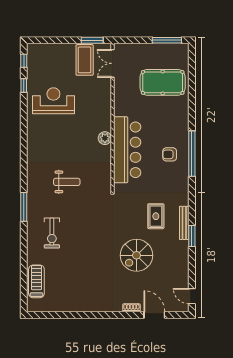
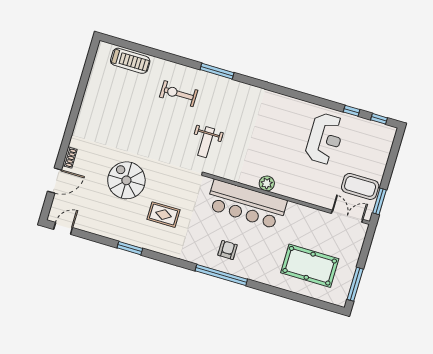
pool table: (163, 82) -> (310, 266), turned 90
weight bench: (67, 182) -> (206, 142), moved
bench: (184, 223) -> (147, 244), removed

